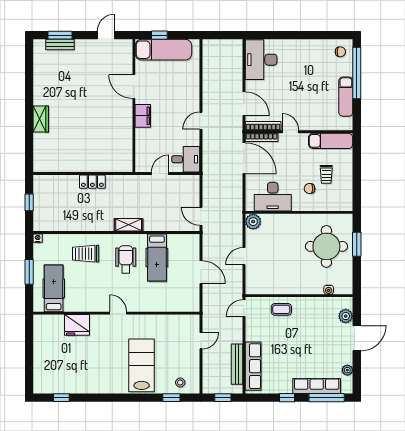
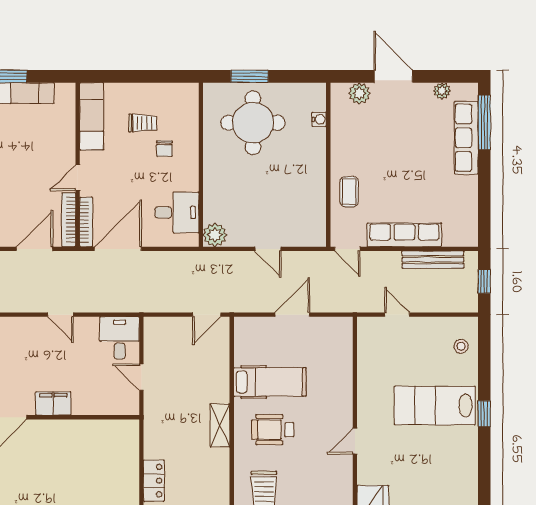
desk: (273, 197) -> (177, 212), width x0.73
row of seats: (253, 366) -> (404, 235), moved
window: (171, 398) -> (484, 414), moved
window: (287, 398) -> (484, 183), removed

